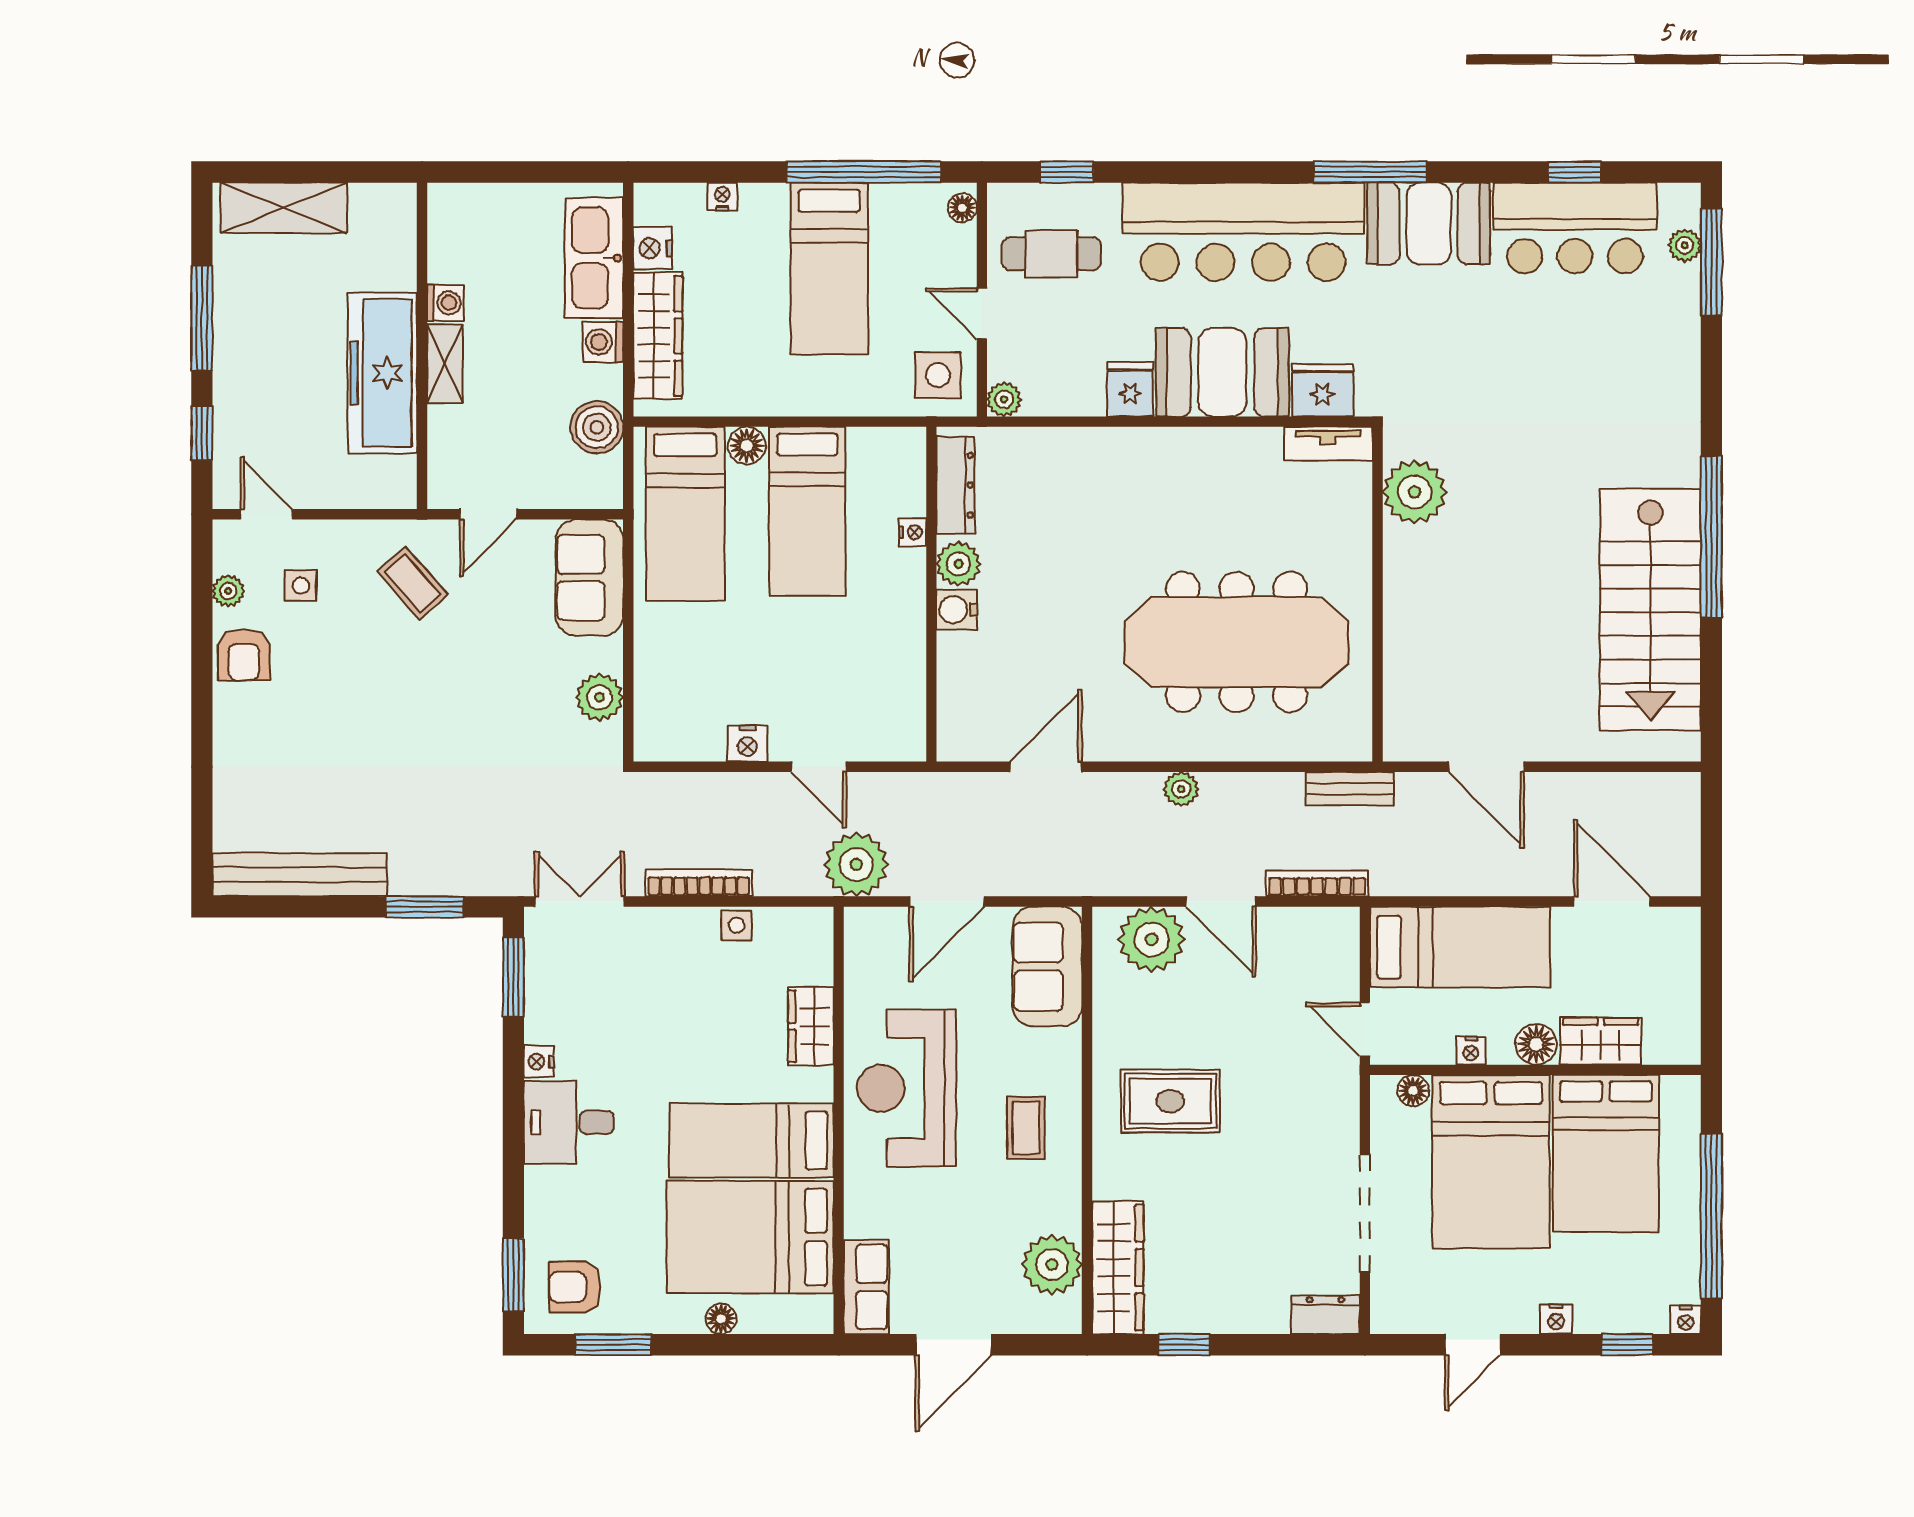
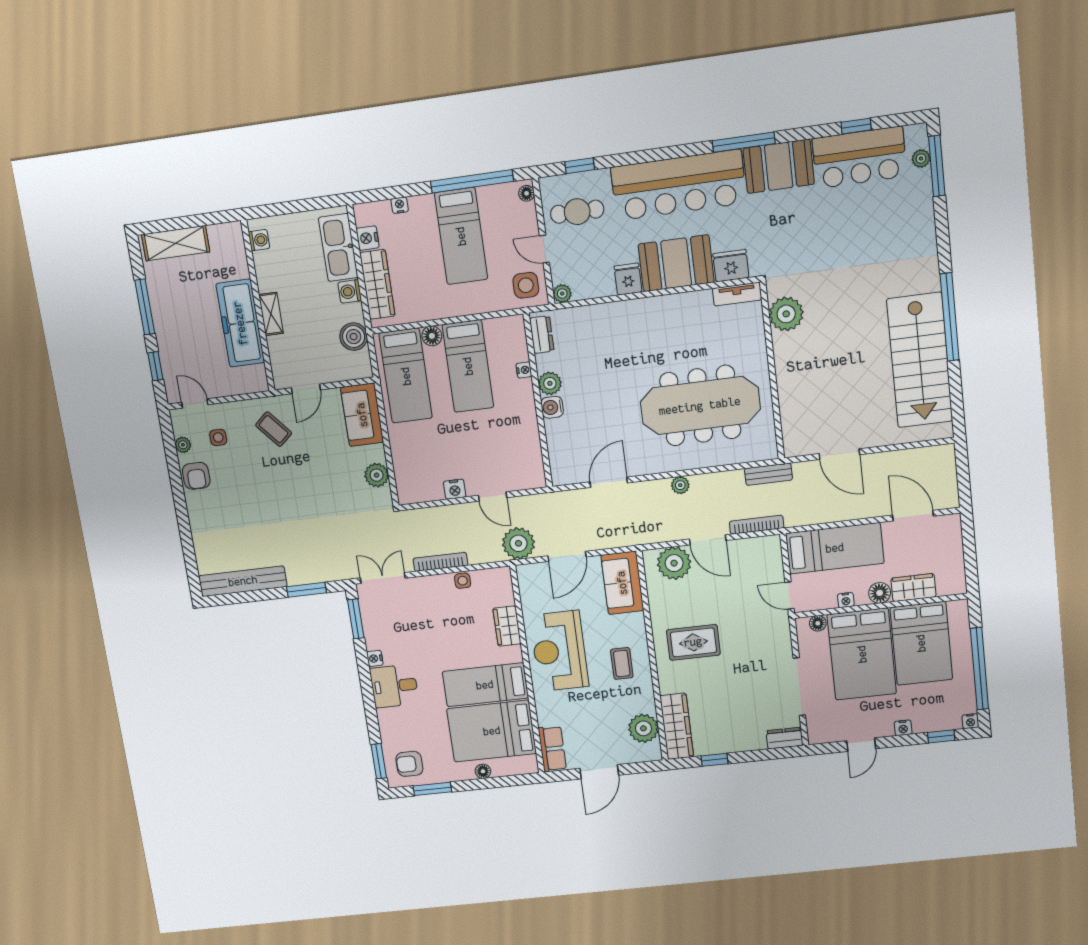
washing machine: (445, 303) -> (259, 240), moved
dresser: (955, 485) -> (542, 335), width x0.70

